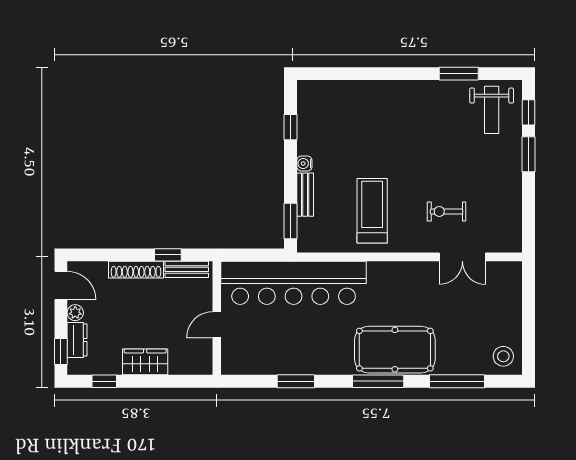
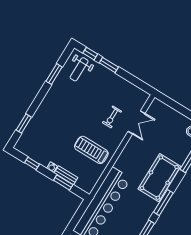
window: (347, 74) -> (24, 124), added
weight bench: (492, 110) -> (79, 69), turned 90
window: (290, 221) -> (63, 182), moved
window: (378, 381) -> (163, 203), moved

